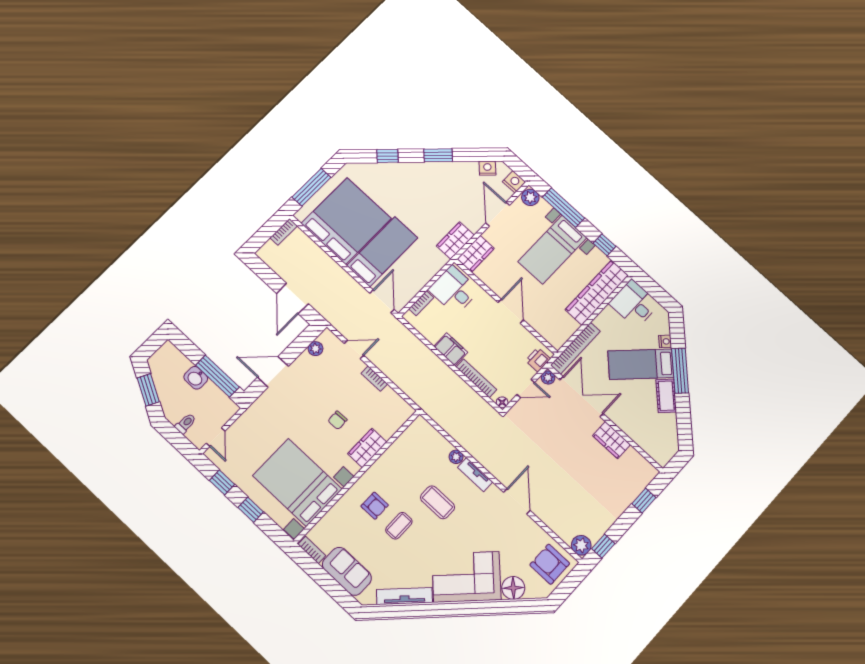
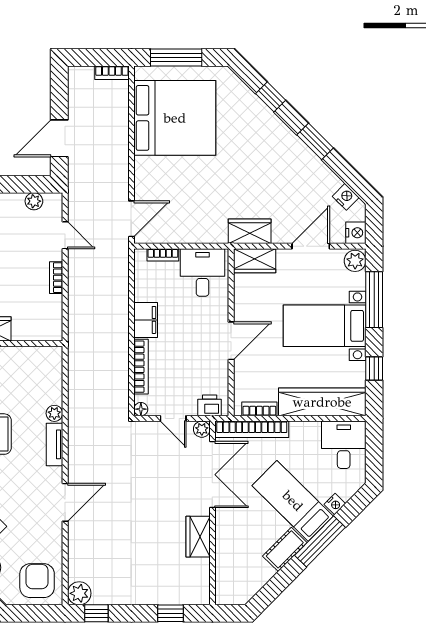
bed: (382, 252) -> (177, 176), removed
bookcase: (567, 333) -> (259, 409), added

